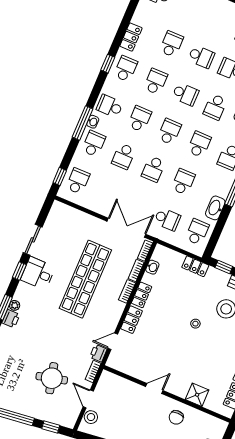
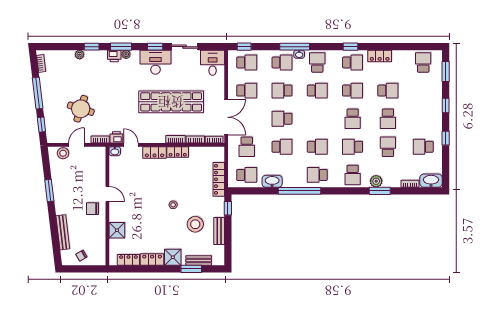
school desk: (169, 132) -> (247, 91), moved
desk: (63, 217) -> (213, 63), added
locker: (195, 266) -> (219, 179), width x1.53
washbasin: (152, 267) -> (115, 151), moved
desk: (38, 273) -> (155, 62), width x1.37
round table: (52, 378) -> (81, 109), turned 32
chair: (176, 417) -> (93, 209), moved

